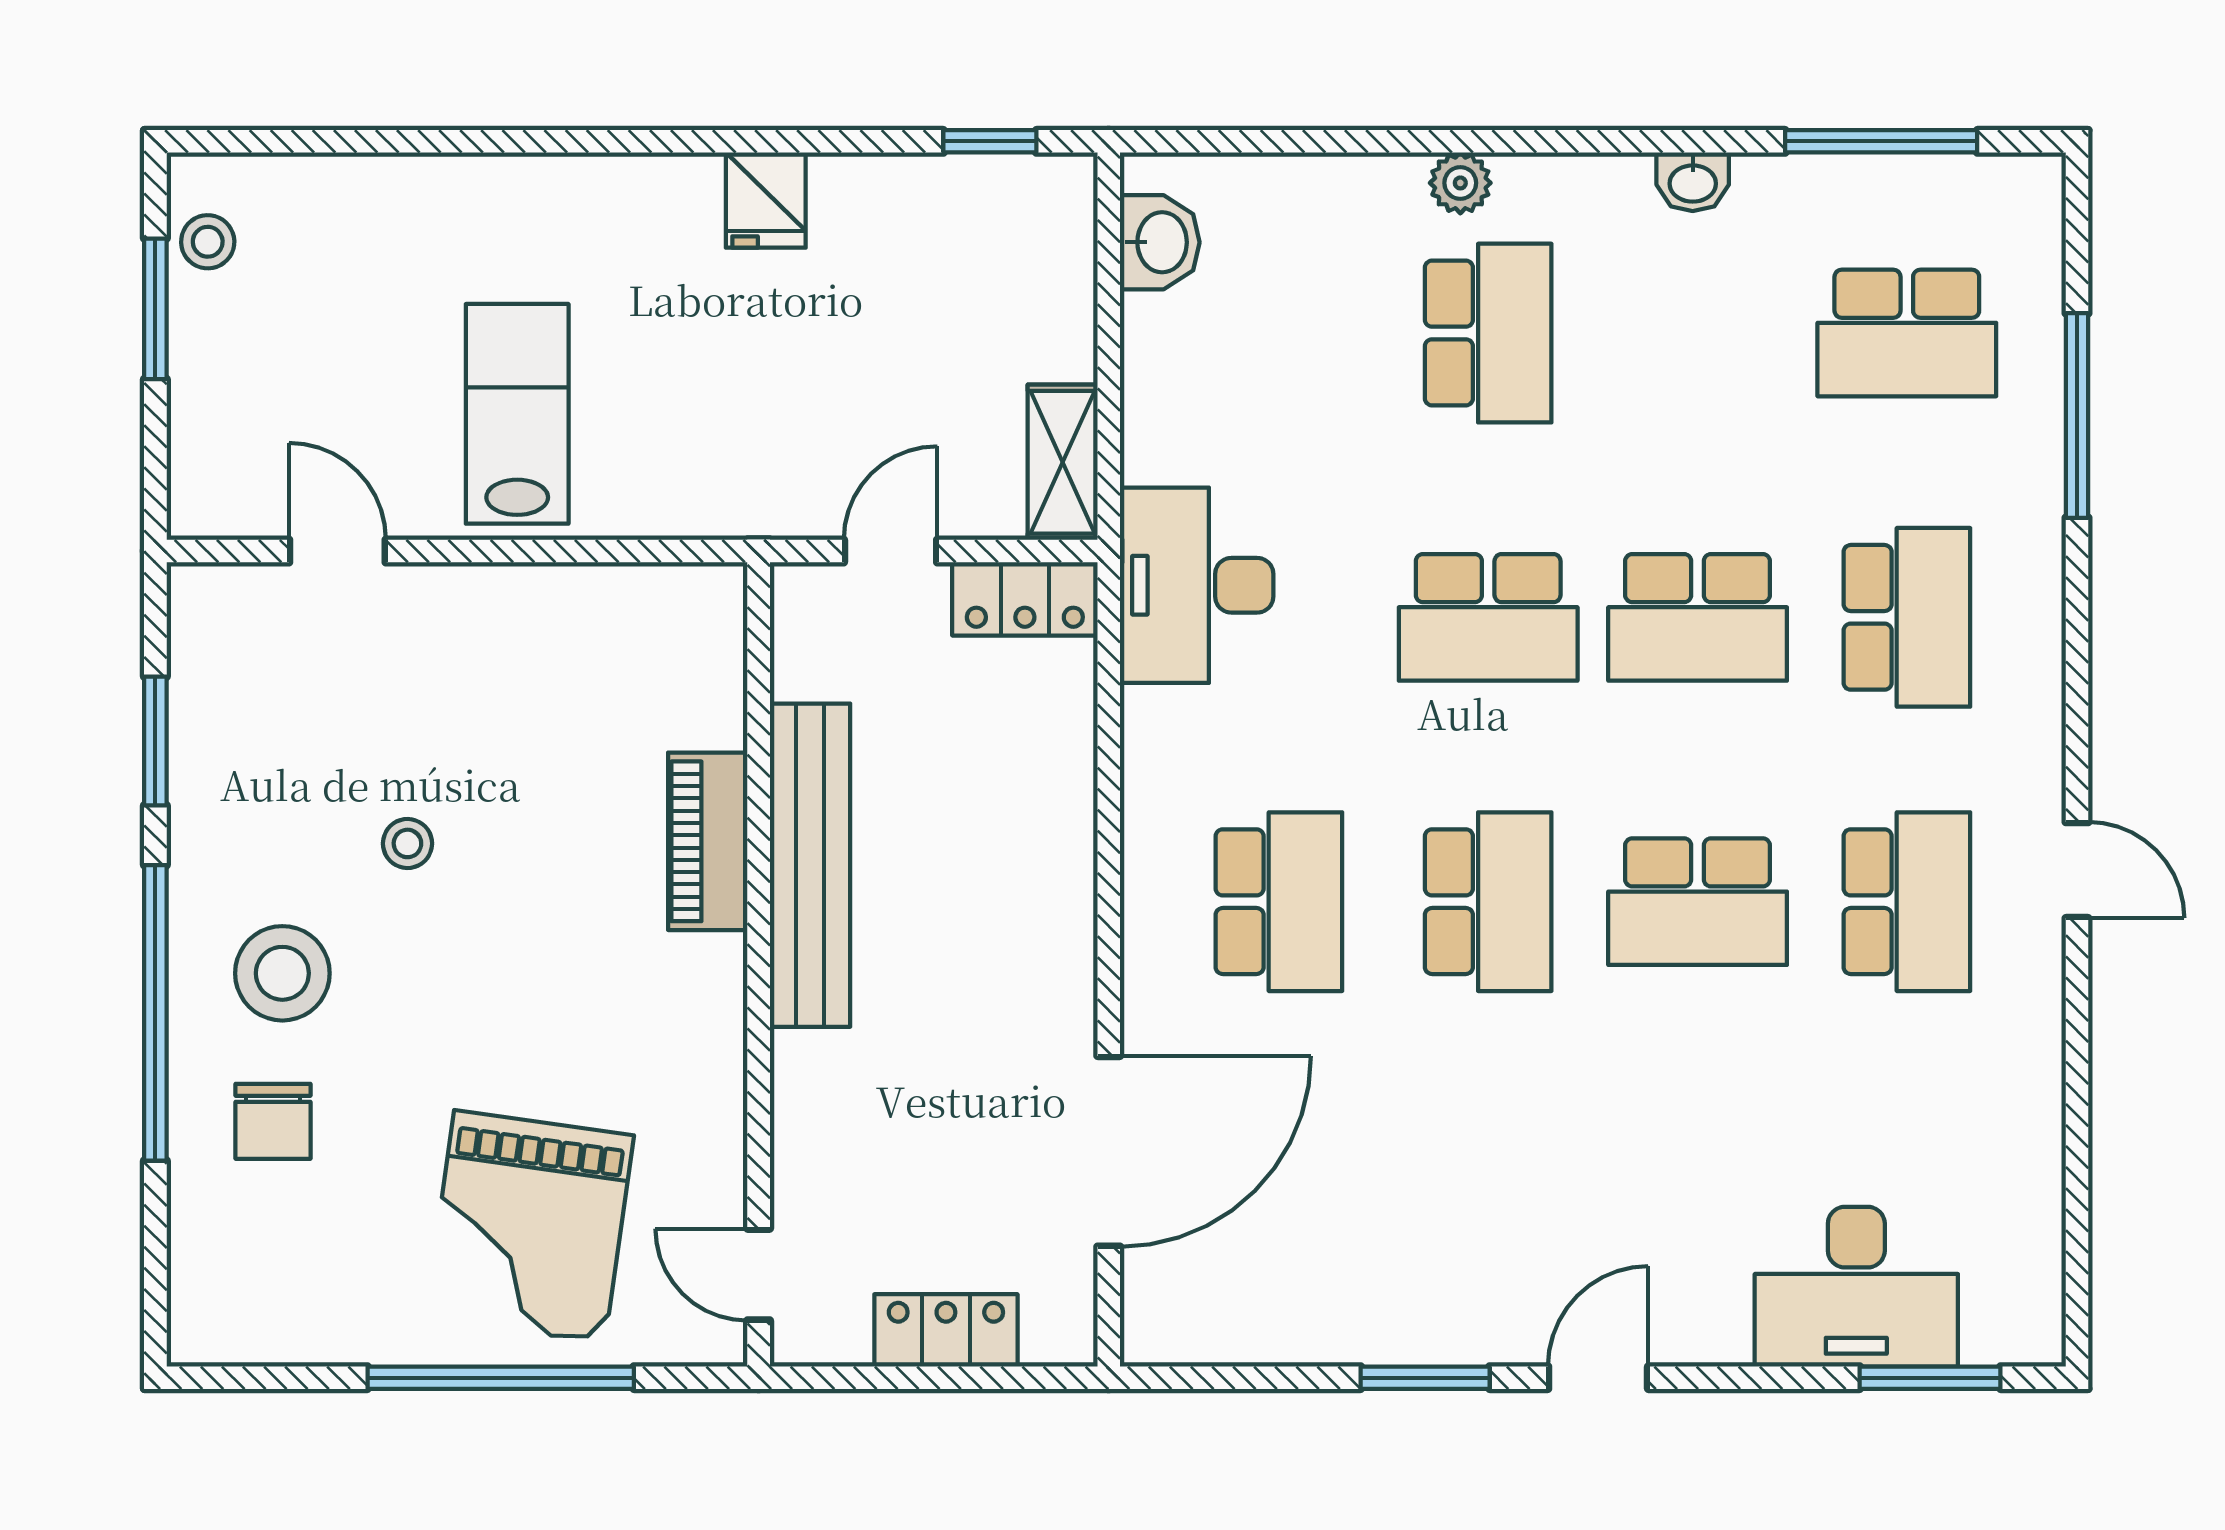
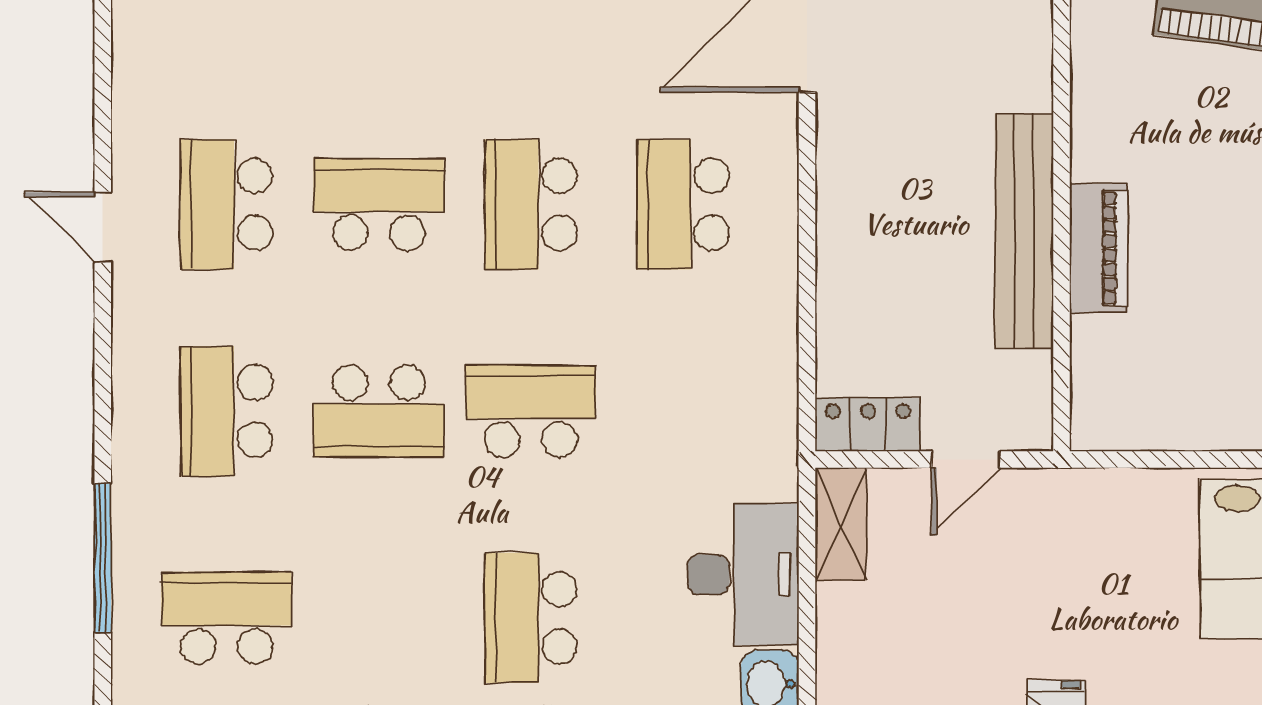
desk: (1197, 585) -> (743, 574), moved
school desk: (1698, 617) -> (379, 411), turned 180

